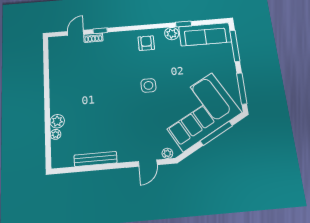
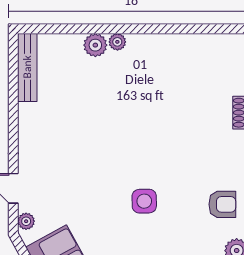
plant: (56, 134) -> (117, 42), moved
bench: (96, 159) -> (27, 67), moved

